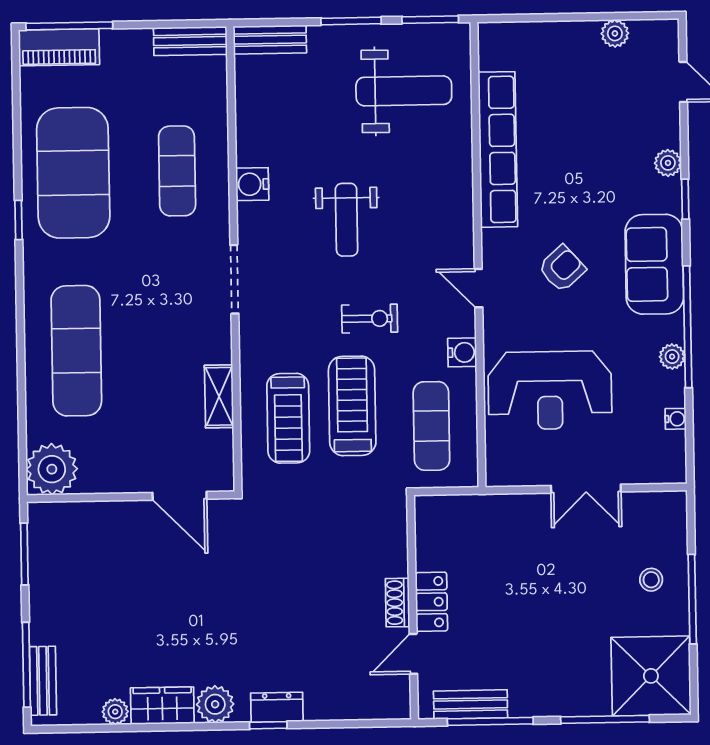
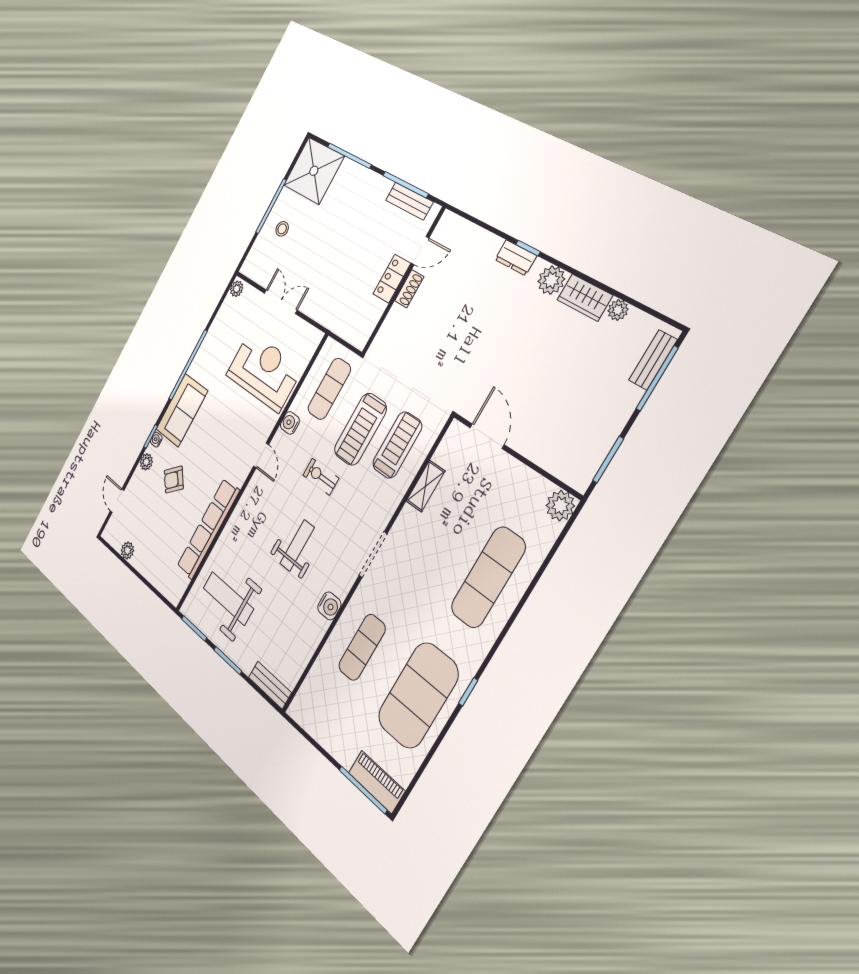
bench: (190, 41) -> (308, 721), removed
armchair: (562, 268) -> (174, 480), moved
plant: (672, 357) -> (237, 289), moved
water cooler: (676, 419) -> (156, 440), moved
plant: (52, 469) -> (560, 506), width x0.73, depth x0.73

